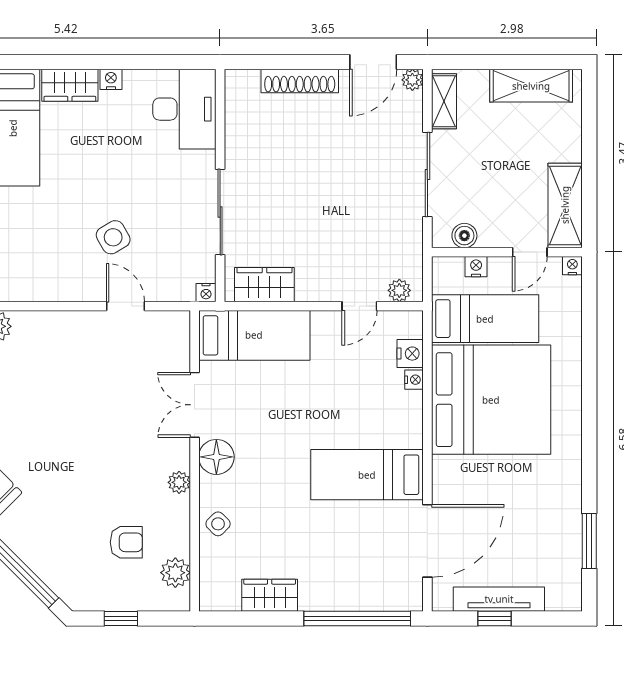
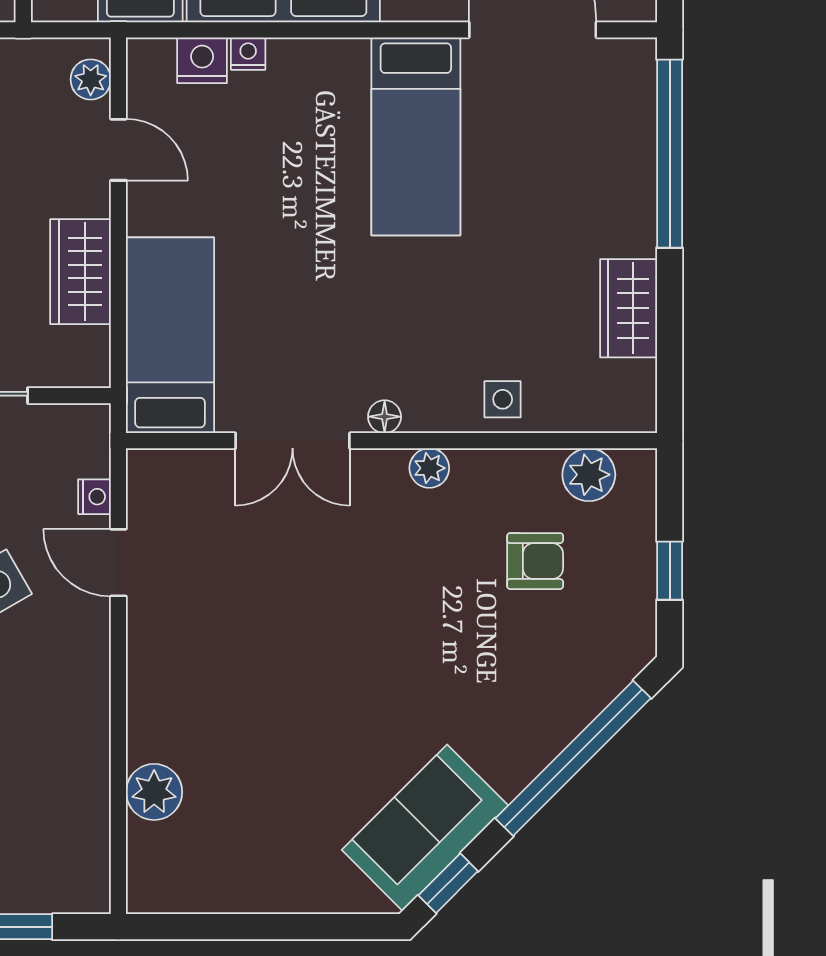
wardrobe: (264, 285) -> (81, 272), moved
nightstand: (206, 293) -> (95, 497), moved
door: (125, 306) -> (118, 563), hinge flipped
floor lamp: (216, 457) -> (385, 417), width x0.53, depth x0.53
side table: (218, 524) -> (503, 399), turned 45
armchair: (126, 542) -> (535, 561), turned 90

